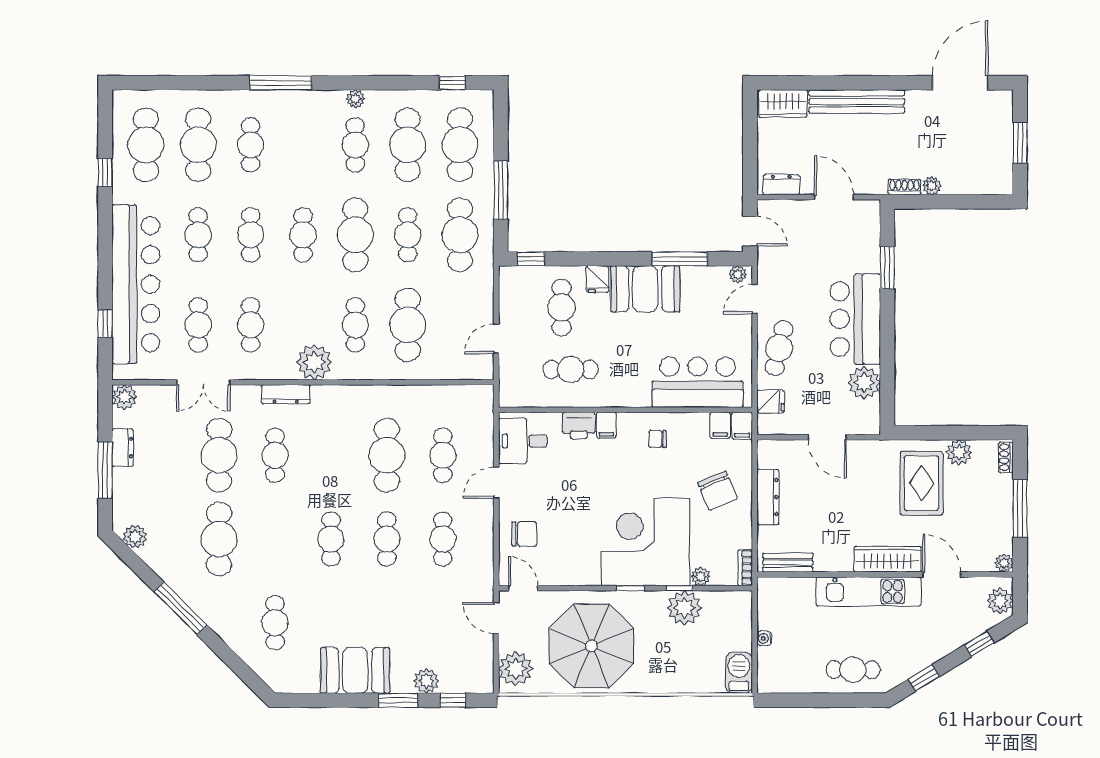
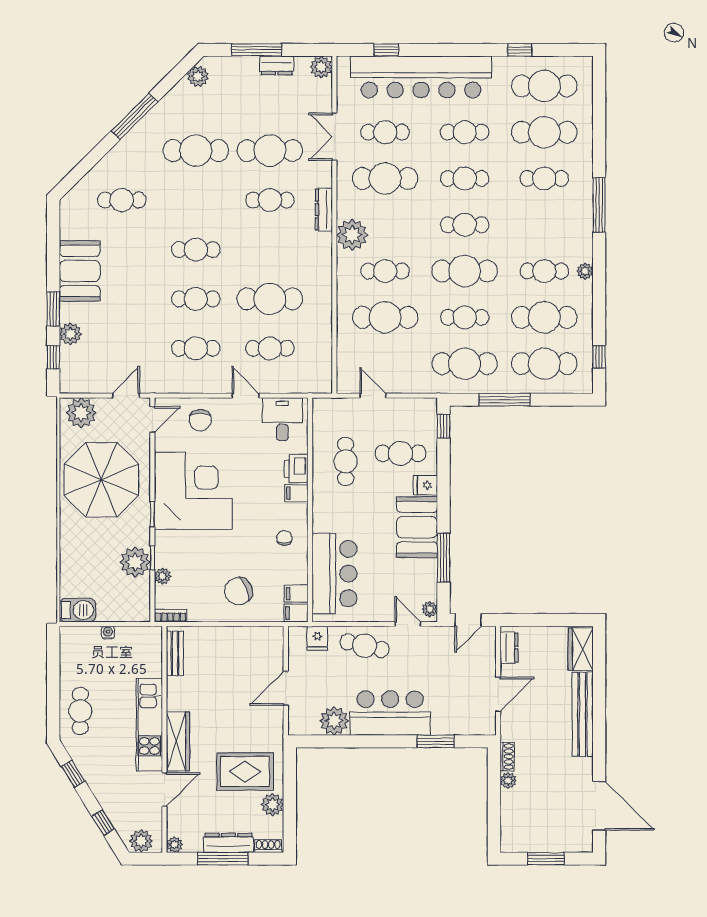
cafe table: (251, 325) -> (385, 178), width x1.37, depth x1.35
dresser: (768, 497) -> (228, 843), moved, turned 180
corner desk: (645, 542) -> (193, 491), moved

